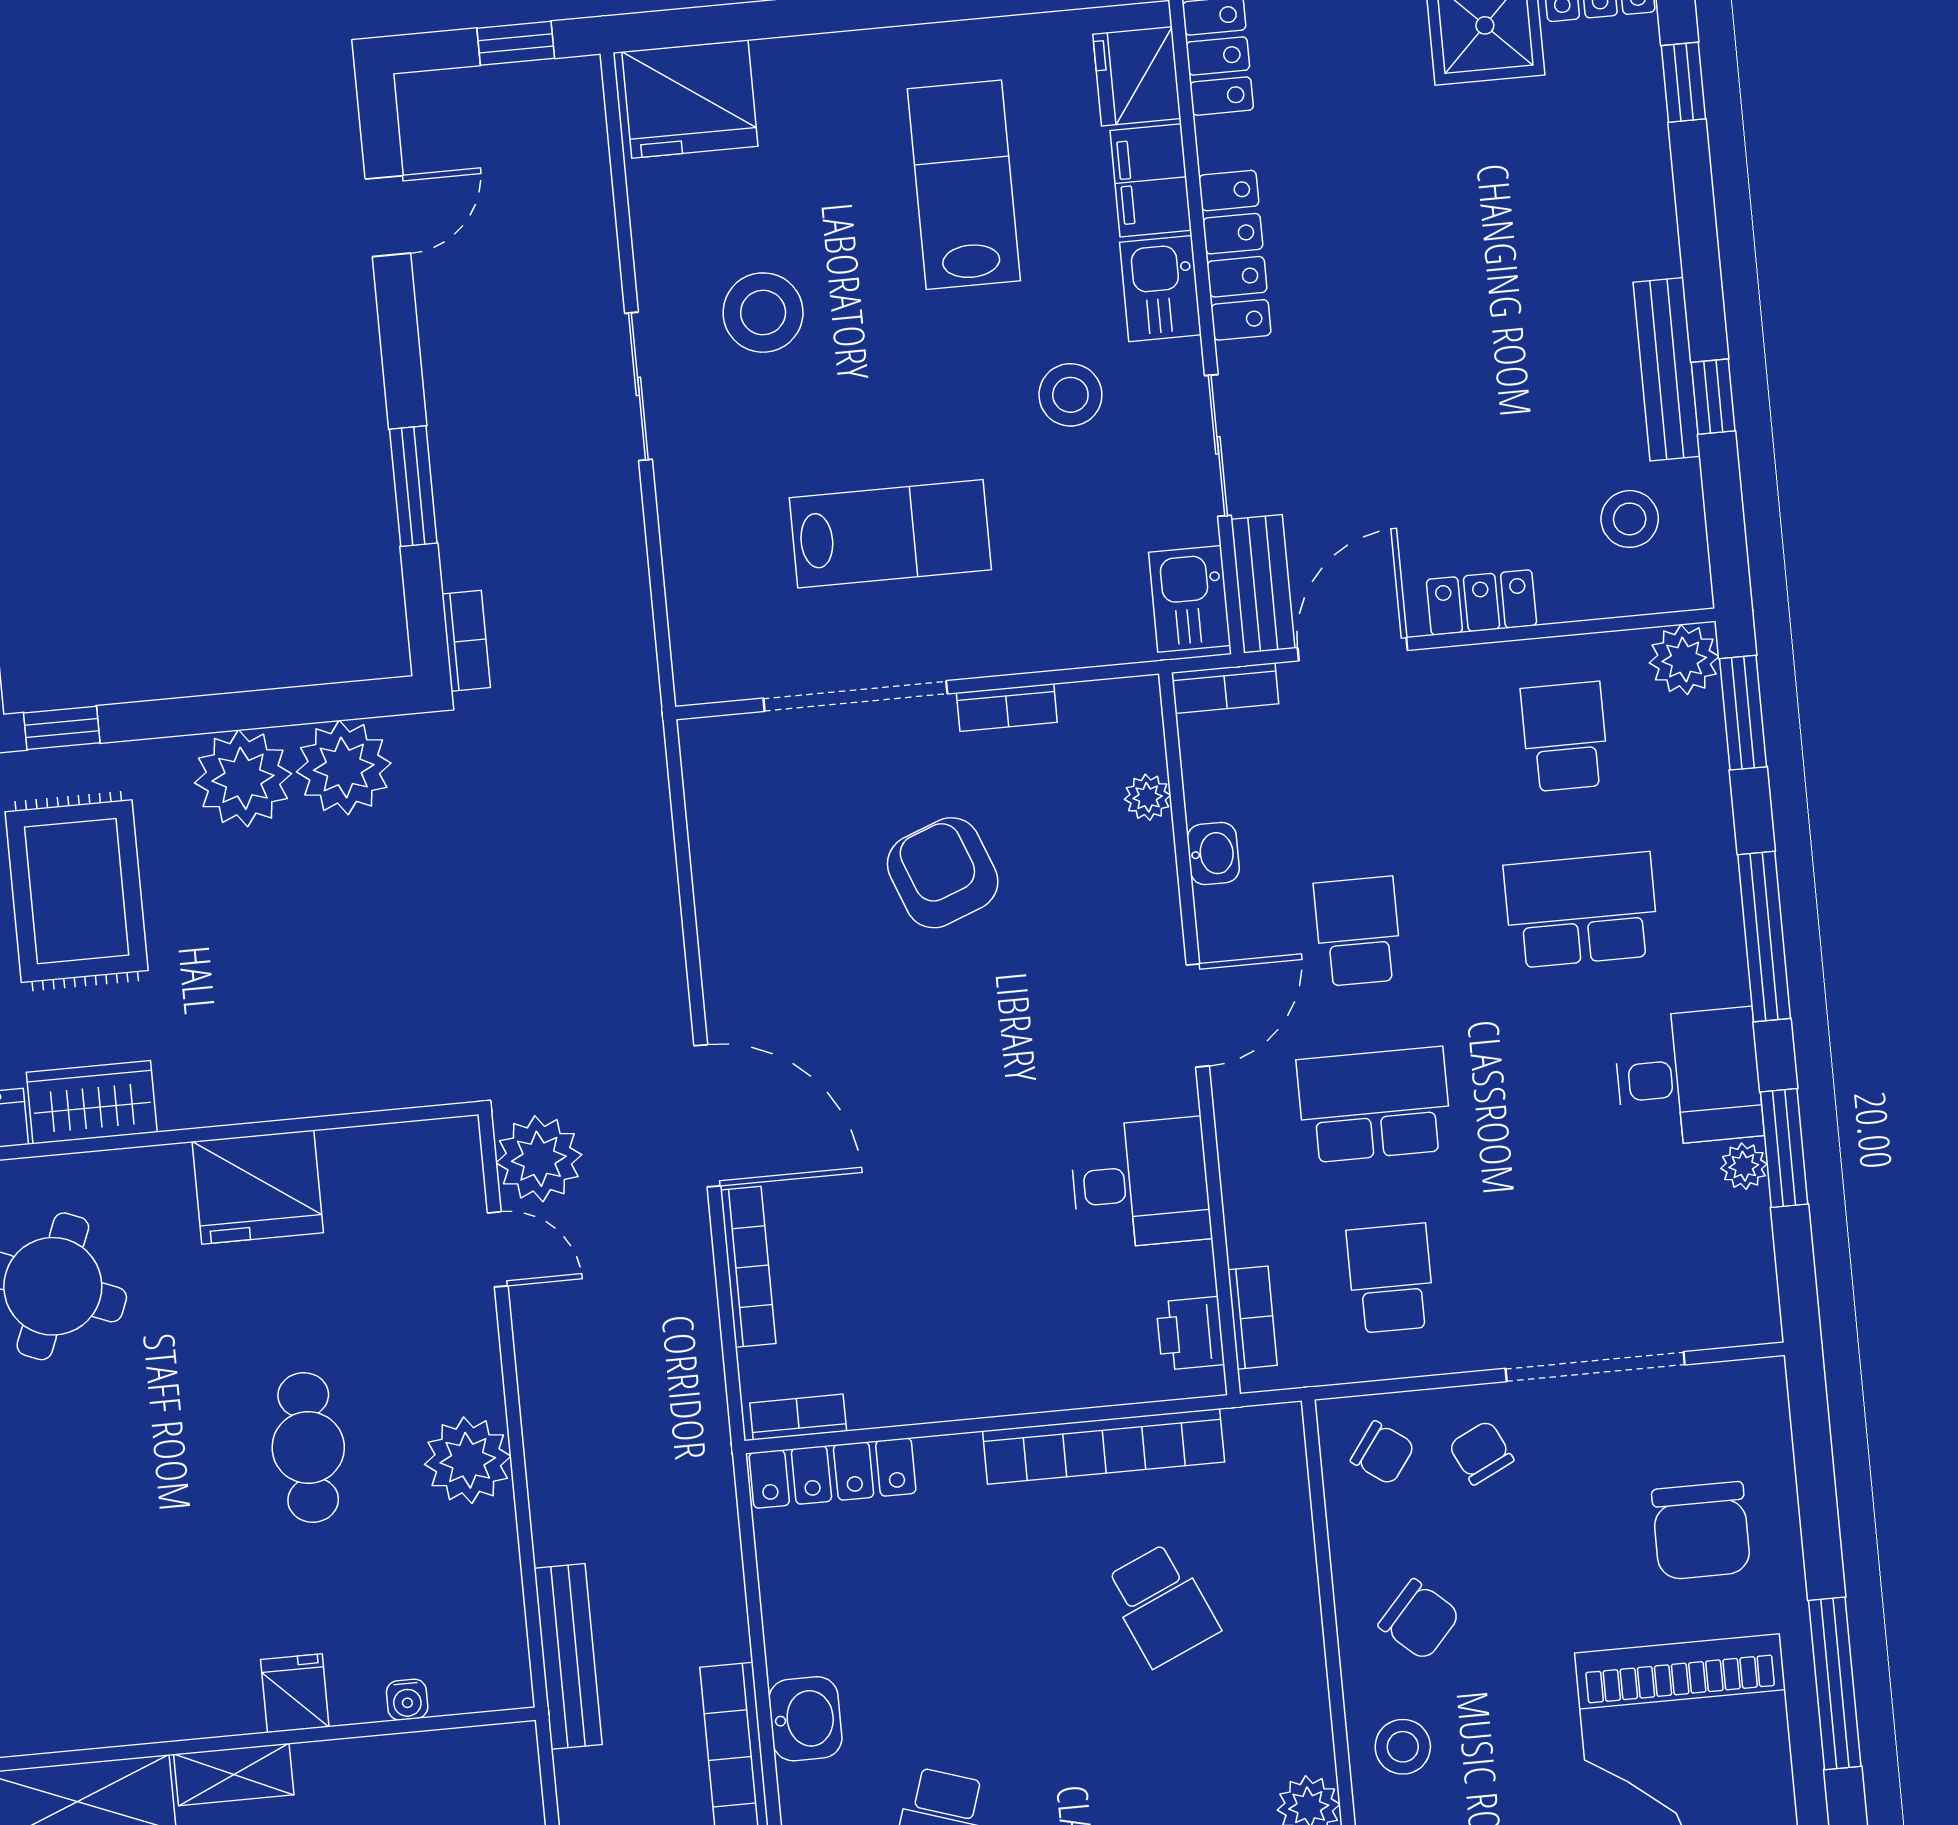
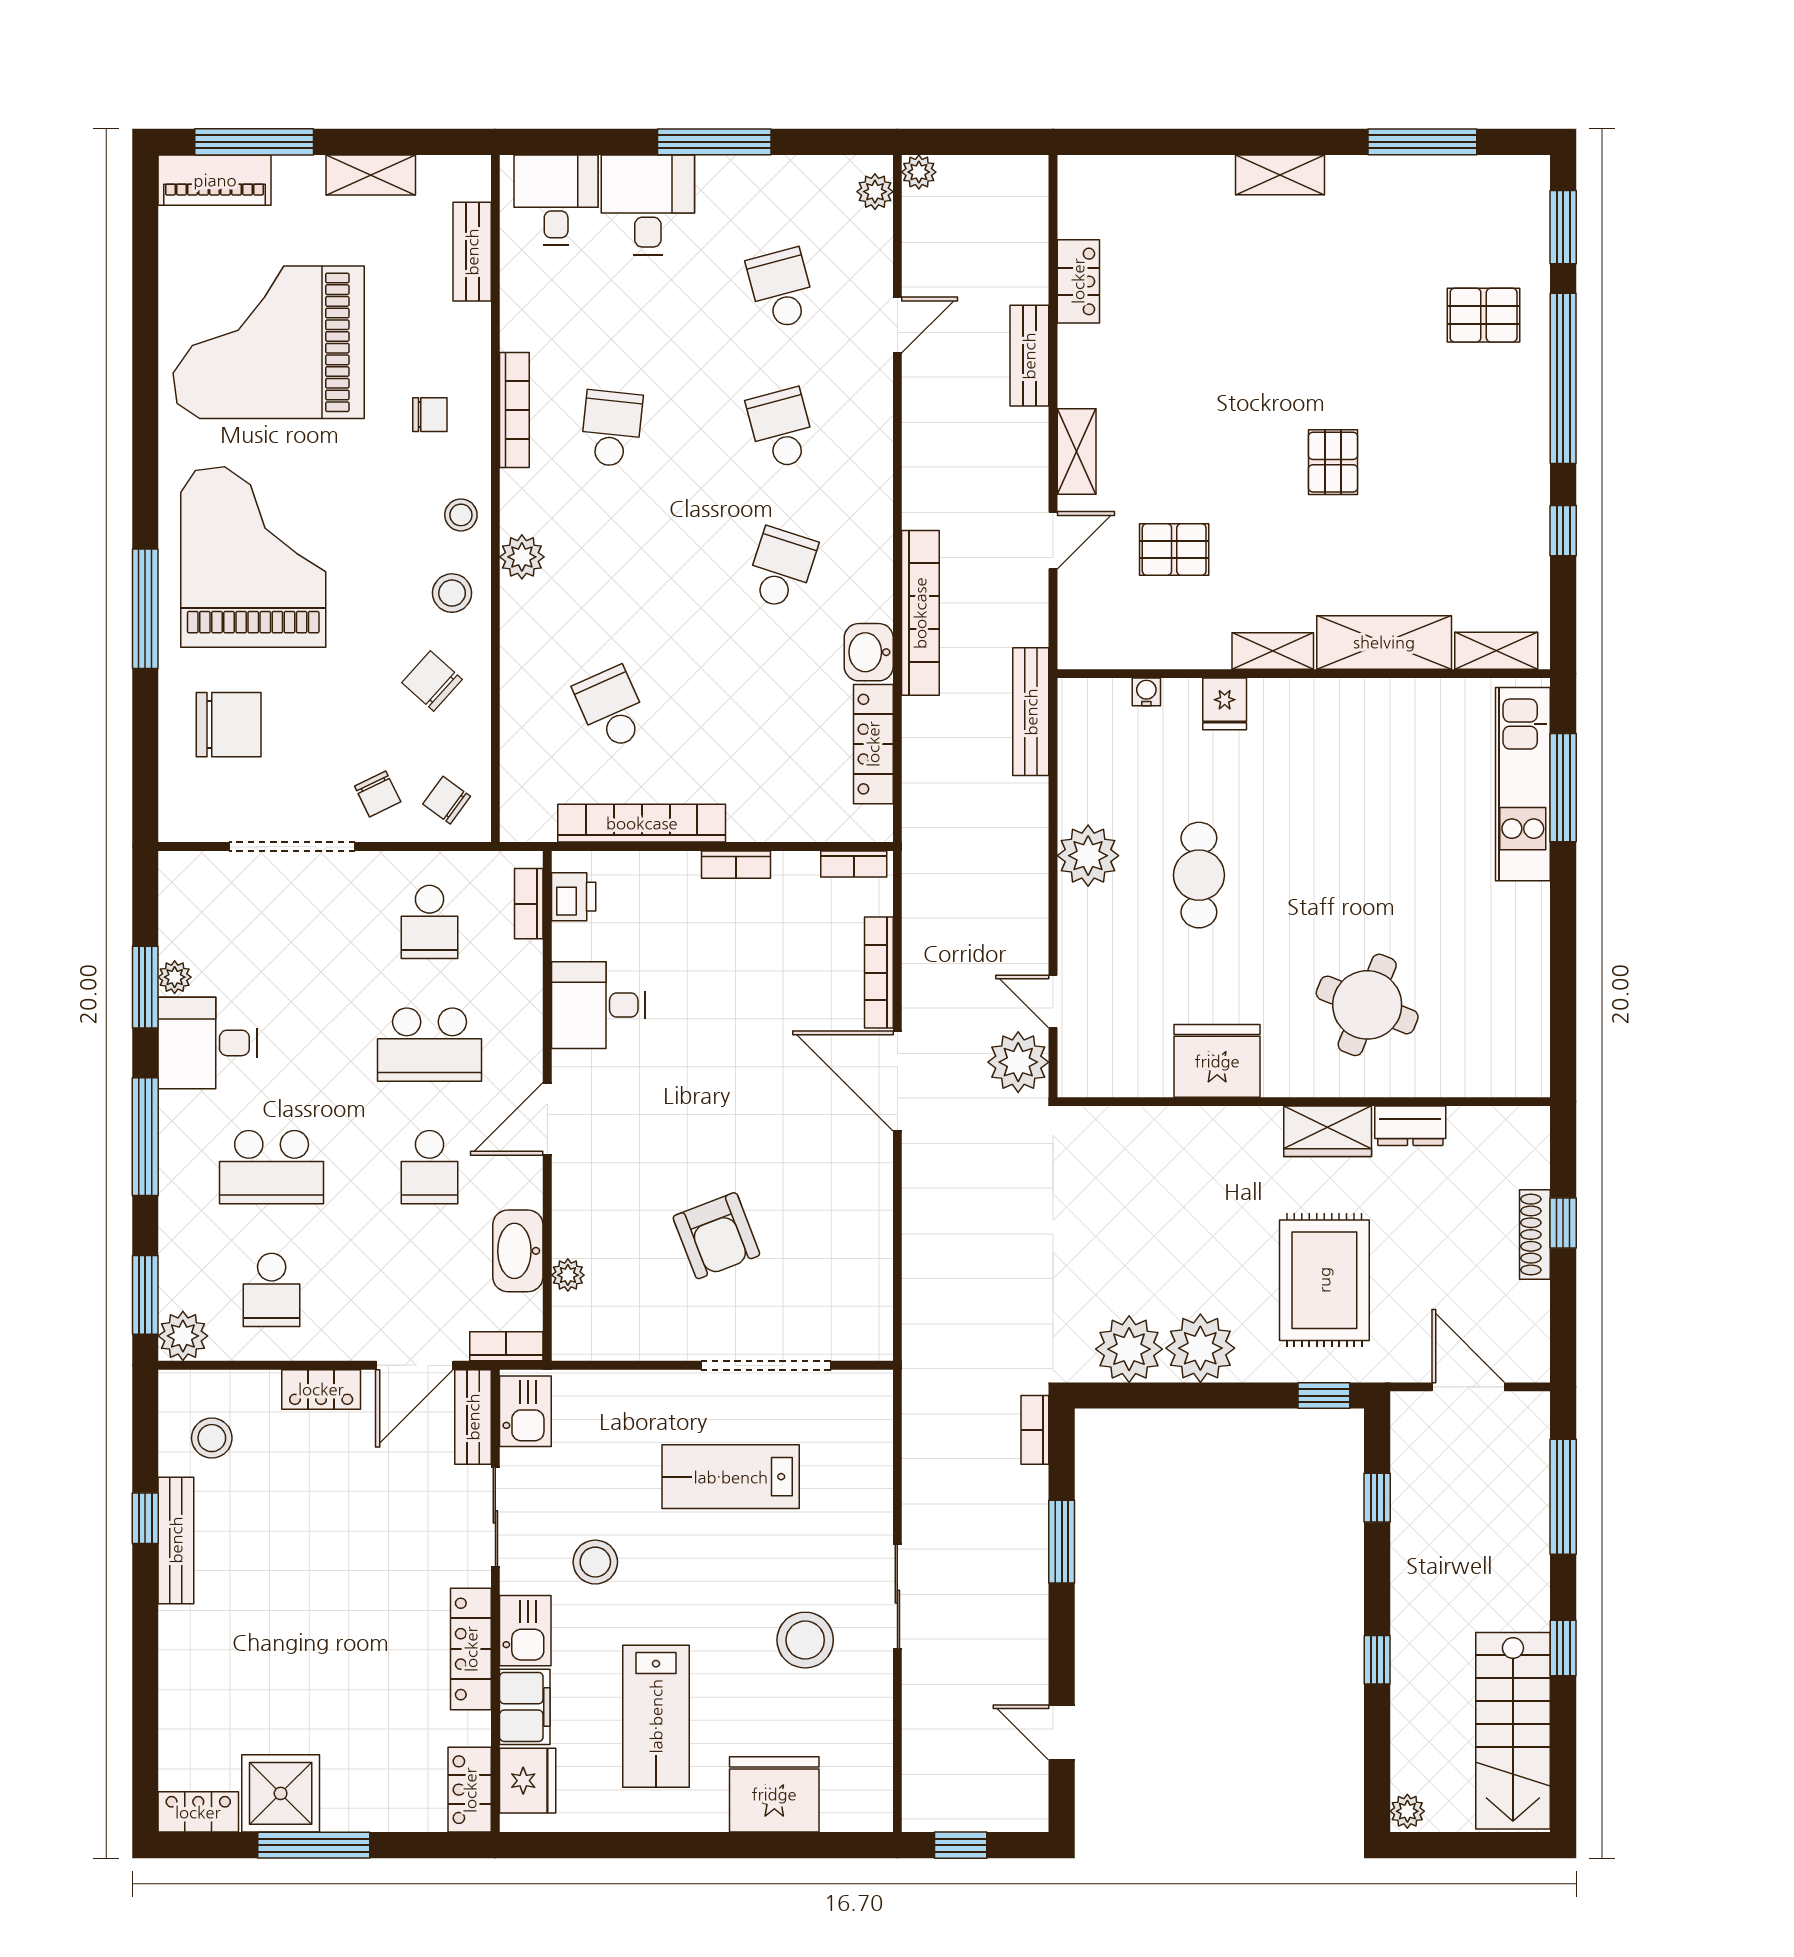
window: (1683, 82) -> (145, 1740), removed
fridge: (690, 99) -> (774, 1794), moved
door: (388, 216) -> (1062, 1732), hinge flipped
bookcase: (1007, 708) -> (736, 865), moved, turned 180
washbasin: (1213, 853) -> (518, 1251), width x1.91, depth x1.45
locker: (832, 1473) -> (873, 744), moved, turned -90
chair: (1701, 1531) -> (229, 725), turned 90

